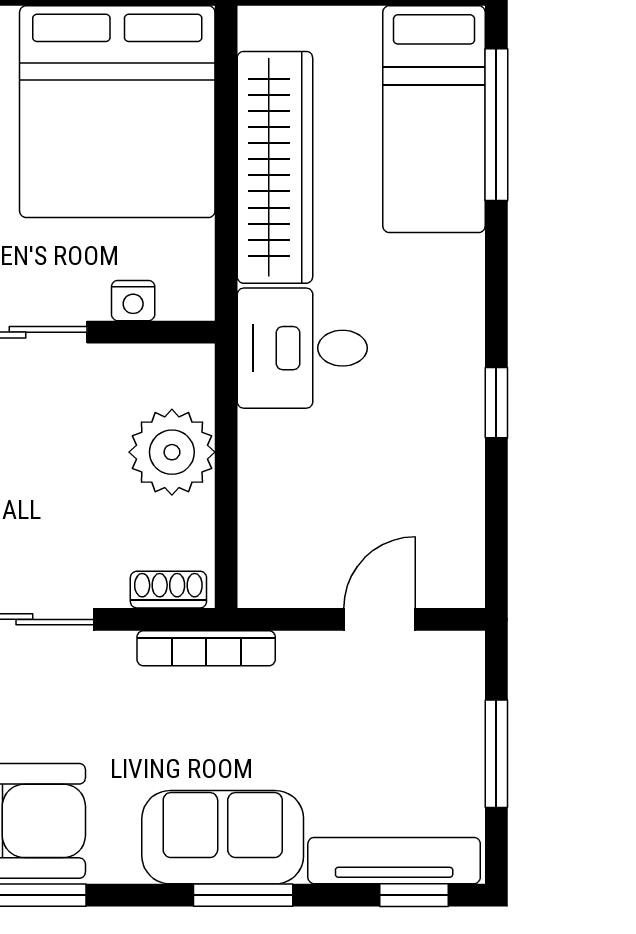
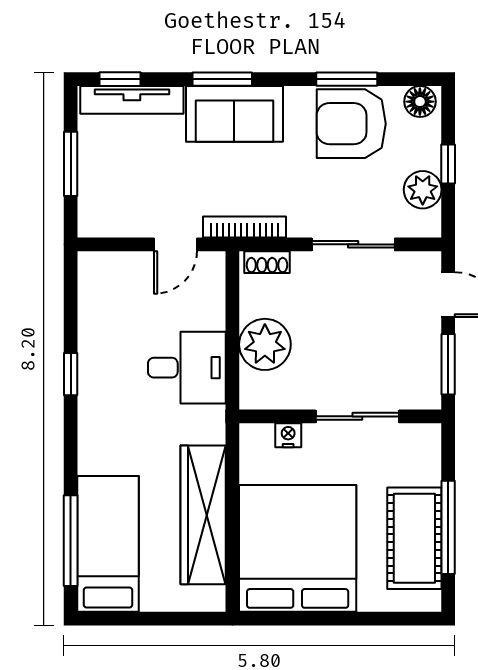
desk: (302, 348) -> (187, 368), moved
door: (380, 619) -> (175, 244), moved

